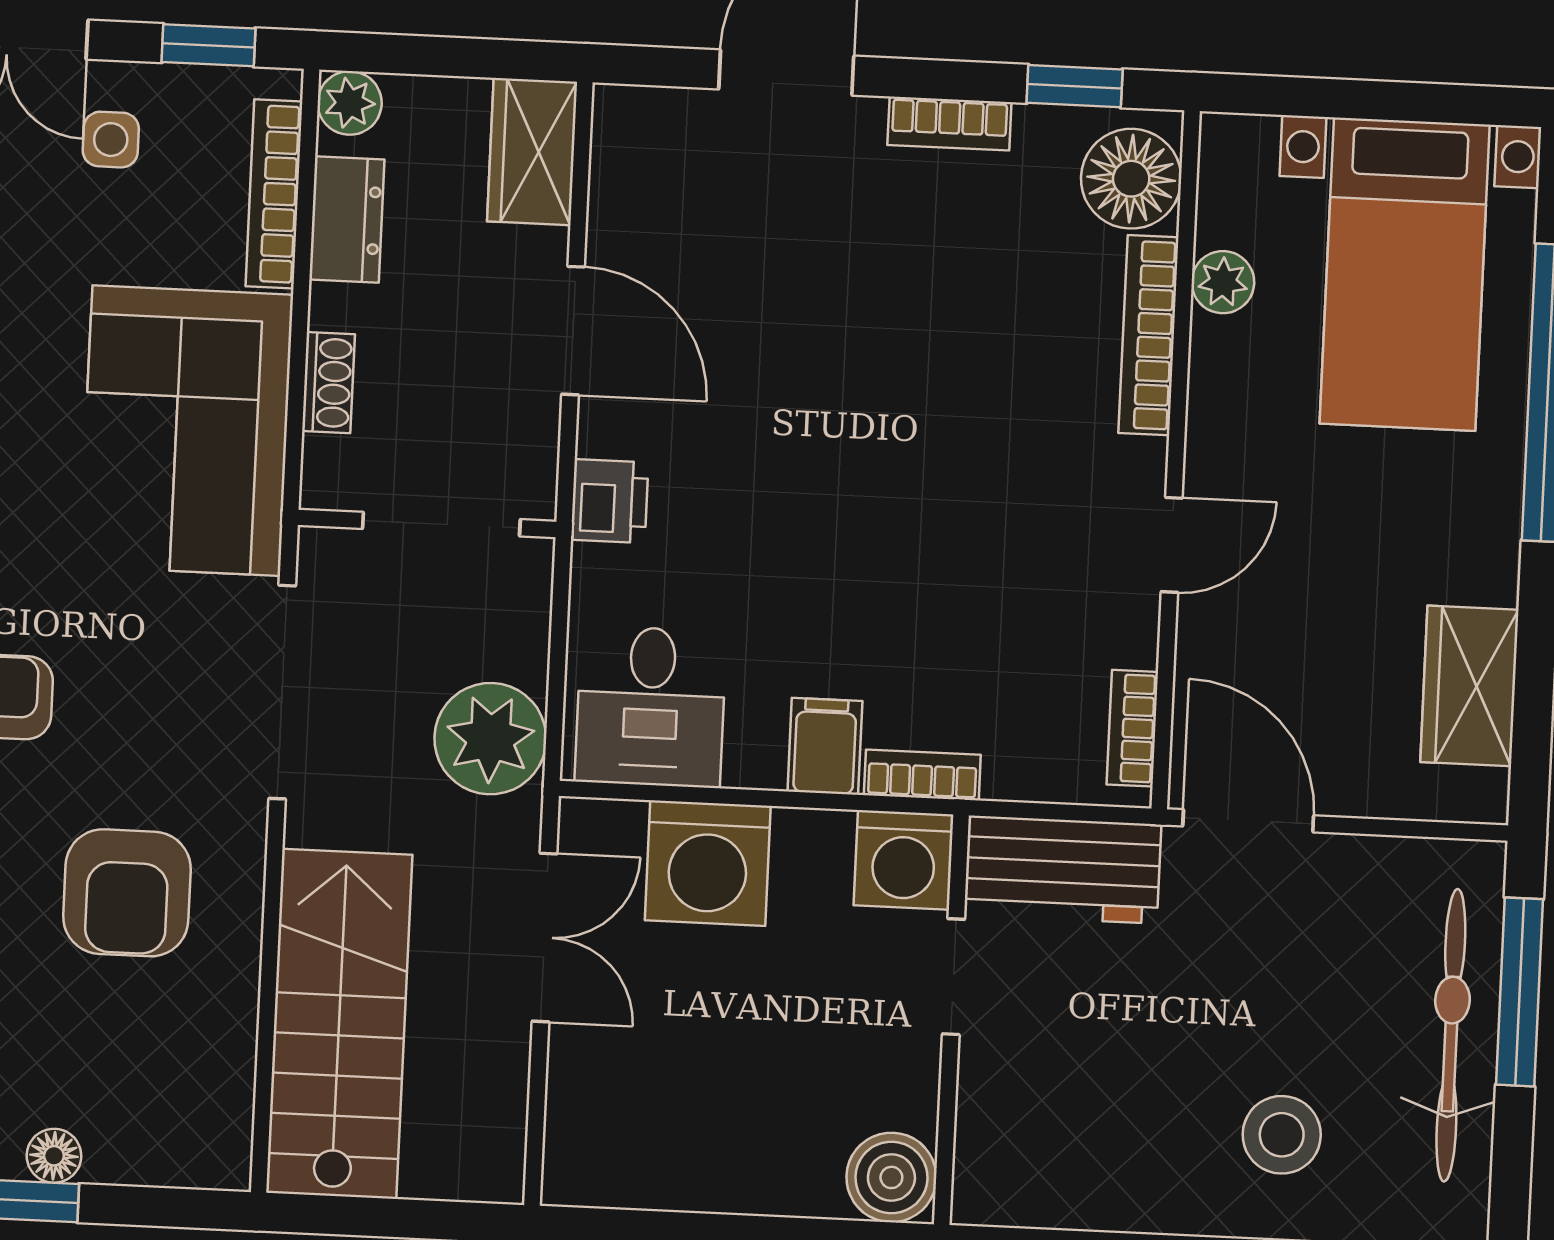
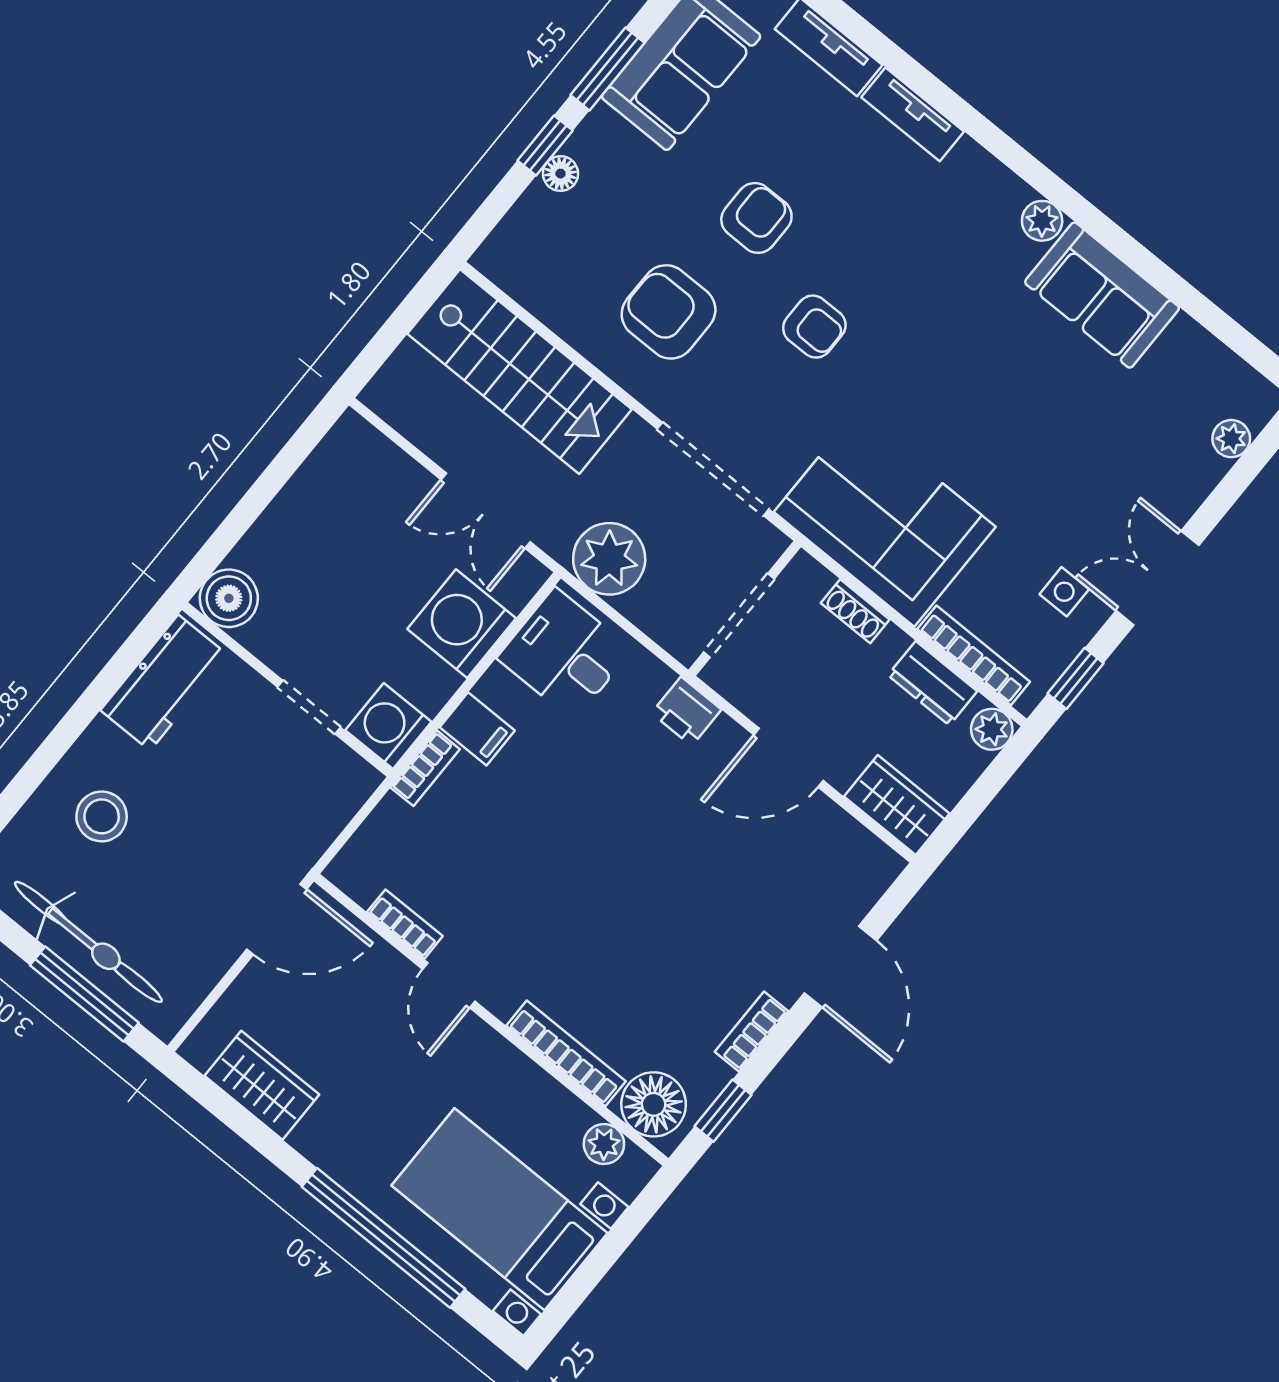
plant: (1223, 282) -> (604, 1144), moved
bookcase: (1132, 728) -> (405, 924), moved
workbench: (1063, 870) -> (164, 683), moved, turned 180

